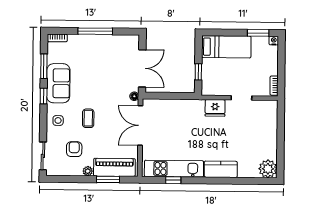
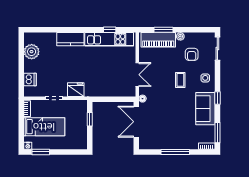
bed: (226, 47) -> (44, 127), moved, turned 180
window: (44, 66) -> (217, 133), moved
dishwasher: (270, 121) -> (30, 79), added
double door: (140, 125) -> (137, 75), width x0.73
plant: (268, 169) -> (32, 52), moved

